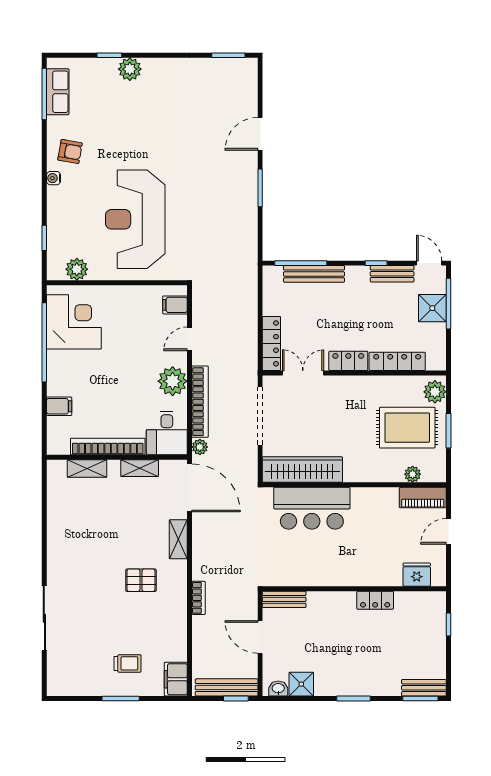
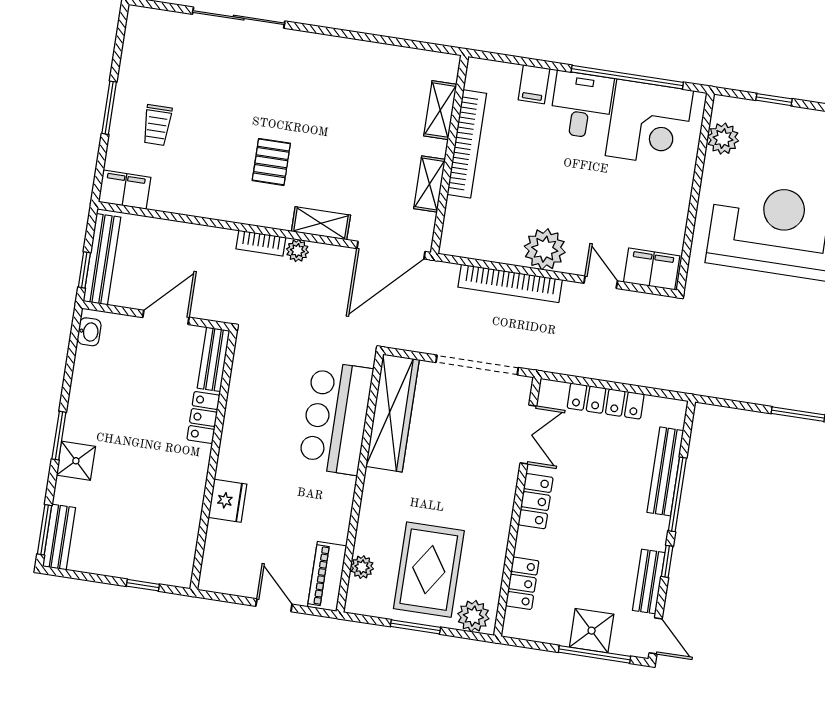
window: (301, 263) -> (677, 494), moved
door: (429, 263) -> (656, 636), hinge flipped
filing cabinet: (175, 305) -> (652, 269), width x2.00
locker: (271, 343) -> (606, 401), moved
locker: (397, 361) -> (522, 583), width x0.66
desk: (167, 433) -> (581, 105), moved, turned 90
plant: (200, 447) -> (297, 251), moved
fridge: (417, 575) -> (228, 501), moved
bookcase: (199, 598) -> (261, 243), moved
locker: (375, 600) -> (203, 417), moved
shower: (301, 684) -> (76, 461), moved

